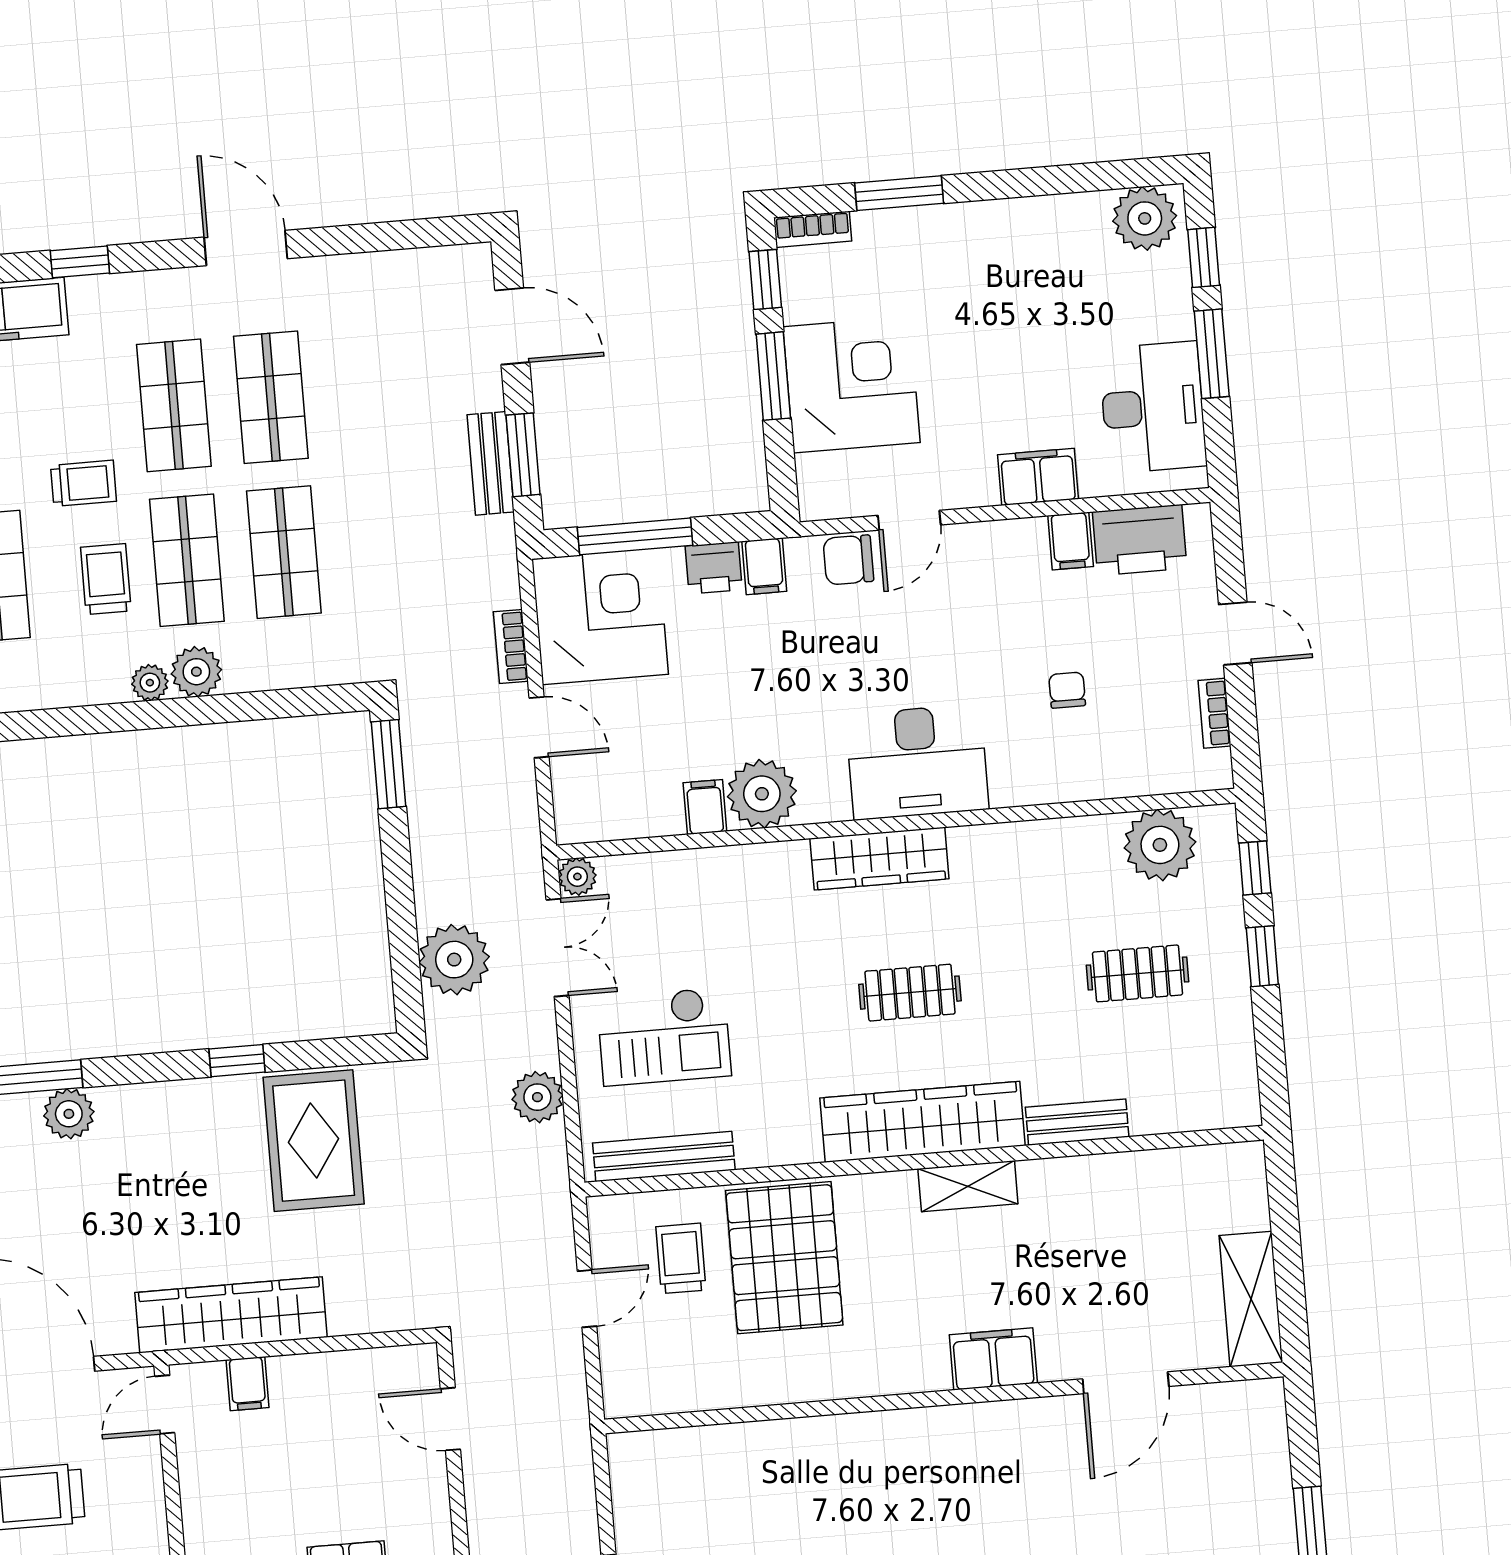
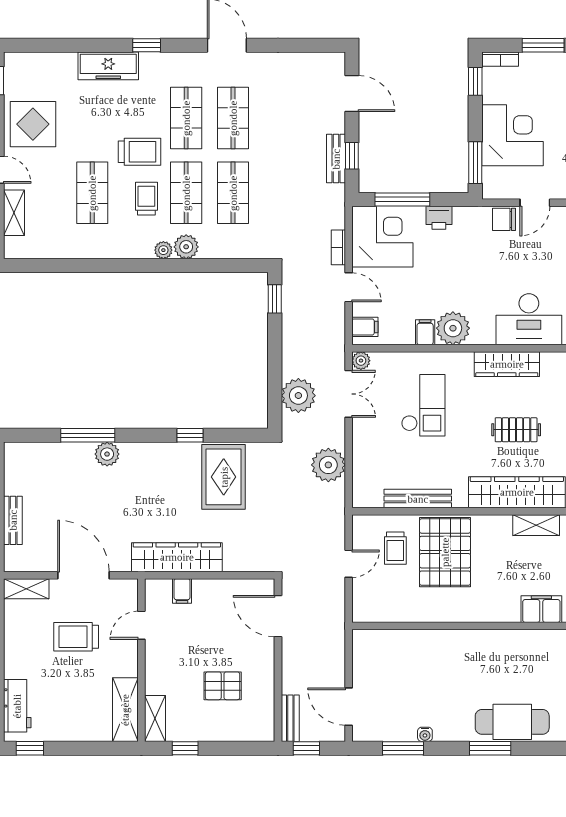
window: (773, 376) -> (475, 163), moved
window: (523, 455) -> (352, 156), width x0.67
trolley: (83, 483) -> (140, 152), width x1.36, depth x1.39
filing cabinet: (764, 566) -> (365, 327), moved, turned -90
window: (388, 764) -> (275, 299), width x0.67
checkout: (664, 1036) -> (423, 405), moved, turned -90
plant: (537, 1097) -> (328, 465), width x1.36, depth x1.36
bench: (664, 1156) -> (418, 499), moved
trolley: (681, 1258) -> (395, 548), turned 180
door: (165, 1404) -> (141, 625), moved
door: (450, 1419) -> (278, 616), width x1.38

